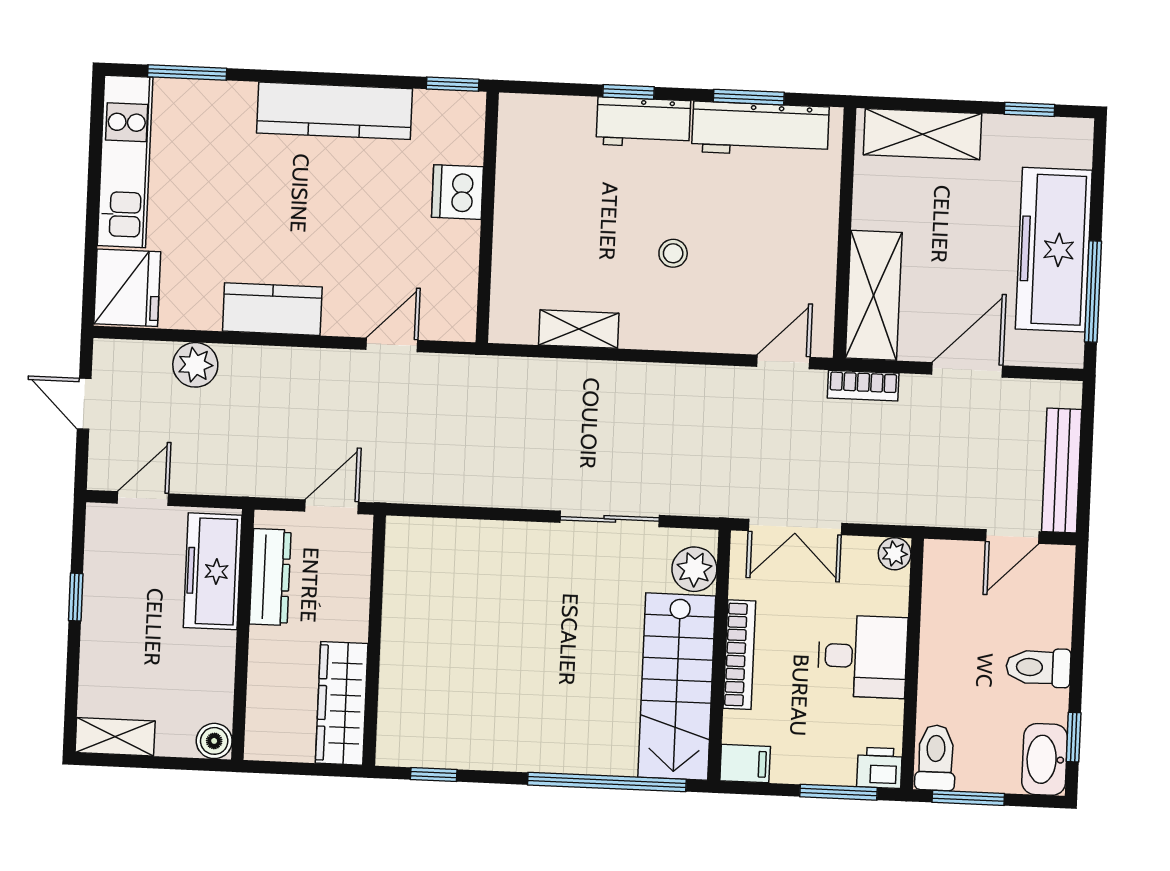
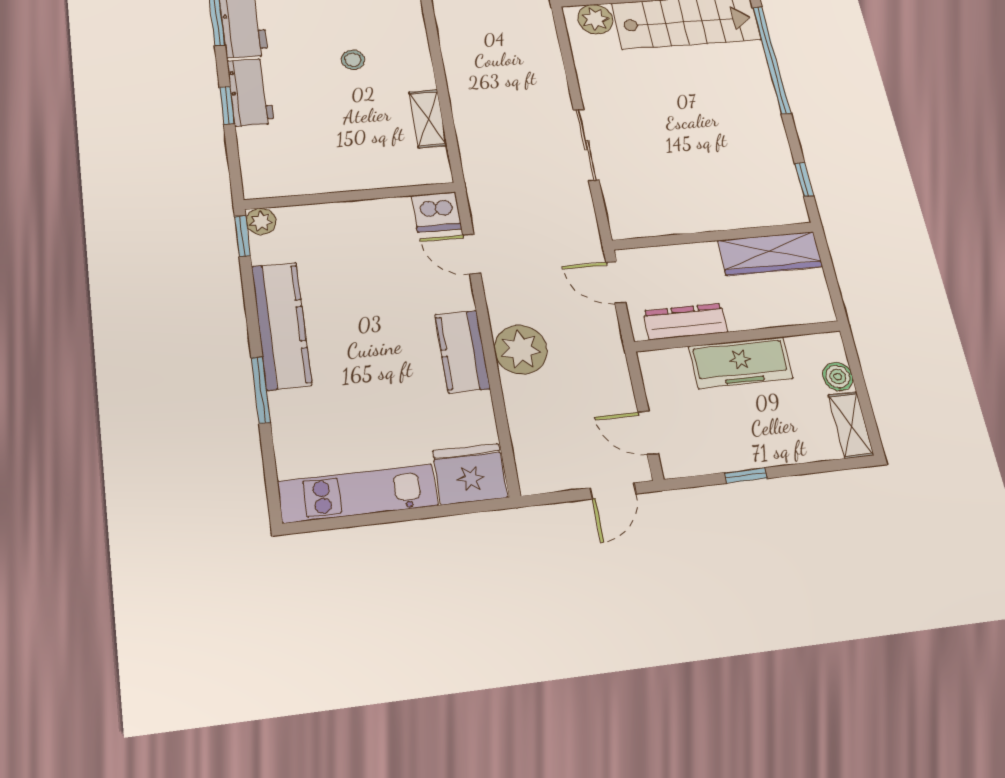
window: (187, 73) -> (261, 390), moved
plant: (469, 108) -> (261, 221), added
dishwasher: (457, 192) -> (437, 212), moved
plant: (195, 365) -> (521, 350), moved, width x1.36, depth x1.36
door: (84, 404) -> (613, 491), moved
sliding door: (610, 519) -> (586, 145), moved
freezer: (213, 571) -> (741, 362), moved
boiler: (214, 741) -> (838, 377), moved

